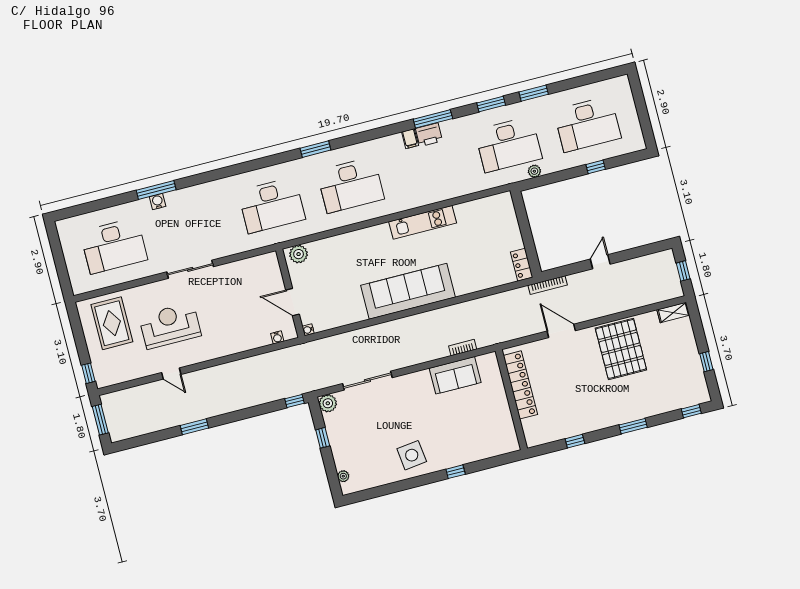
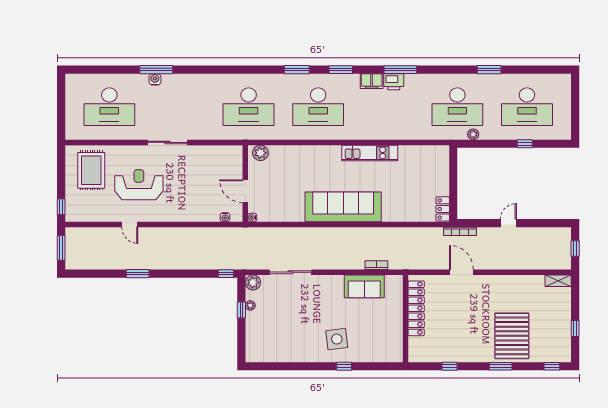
window: (491, 104) -> (341, 70), moved
filing cabinet: (410, 139) -> (372, 81), width x2.00
pallet: (621, 349) -> (512, 336), moved
side table: (412, 455) -> (337, 339), moved
plant: (343, 476) -> (250, 306), moved

